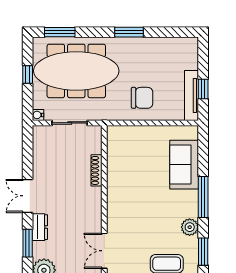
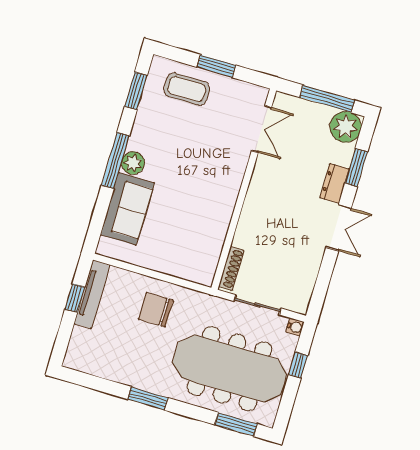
window: (28, 74) -> (298, 365), moved
shoe rack: (96, 170) -> (231, 268), moved
plant: (190, 227) -> (133, 163), moved

